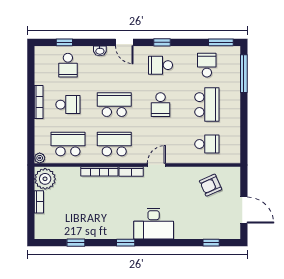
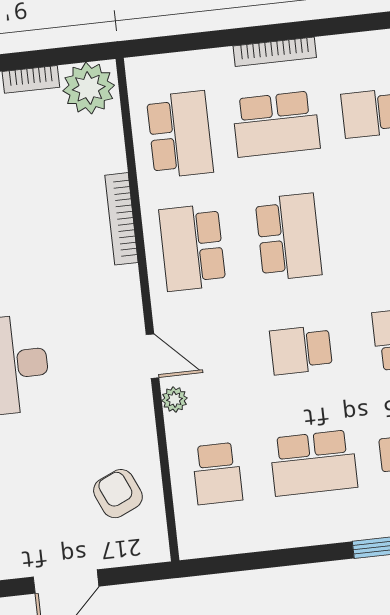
school desk: (68, 105) -> (276, 124), width x1.85
school desk: (114, 144) -> (192, 247), turned 180
plant: (40, 158) -> (174, 399), moved
bookcase: (131, 171) -> (130, 296), removed

